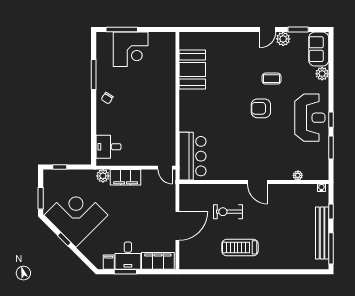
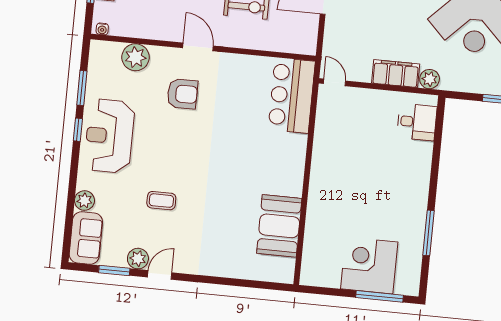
chair: (107, 98) -> (412, 195), removed
armchair: (261, 108) -> (182, 94), moved
plant: (298, 175) -> (135, 57), width x1.87, depth x1.87

